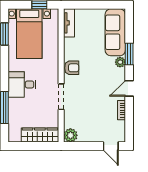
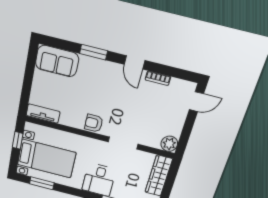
sofa: (115, 32) -> (57, 61), width x0.73
plant: (120, 62) -> (101, 66), removed
armchair: (72, 68) -> (94, 123), turned -90

